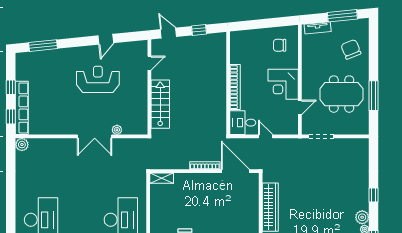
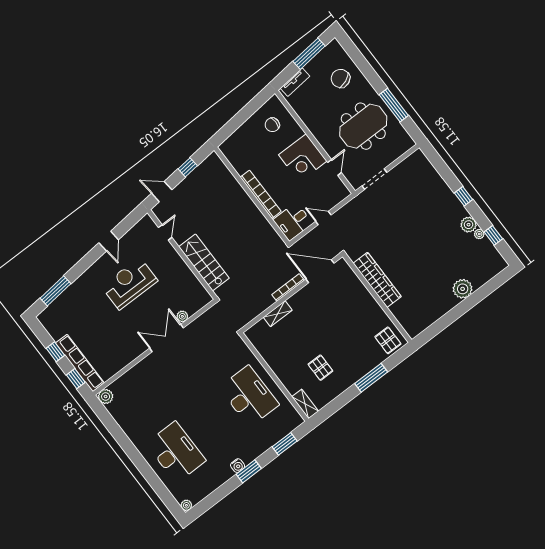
double door: (95, 136) -> (166, 338), swing flipped
shelving: (162, 178) -> (278, 314), moved

